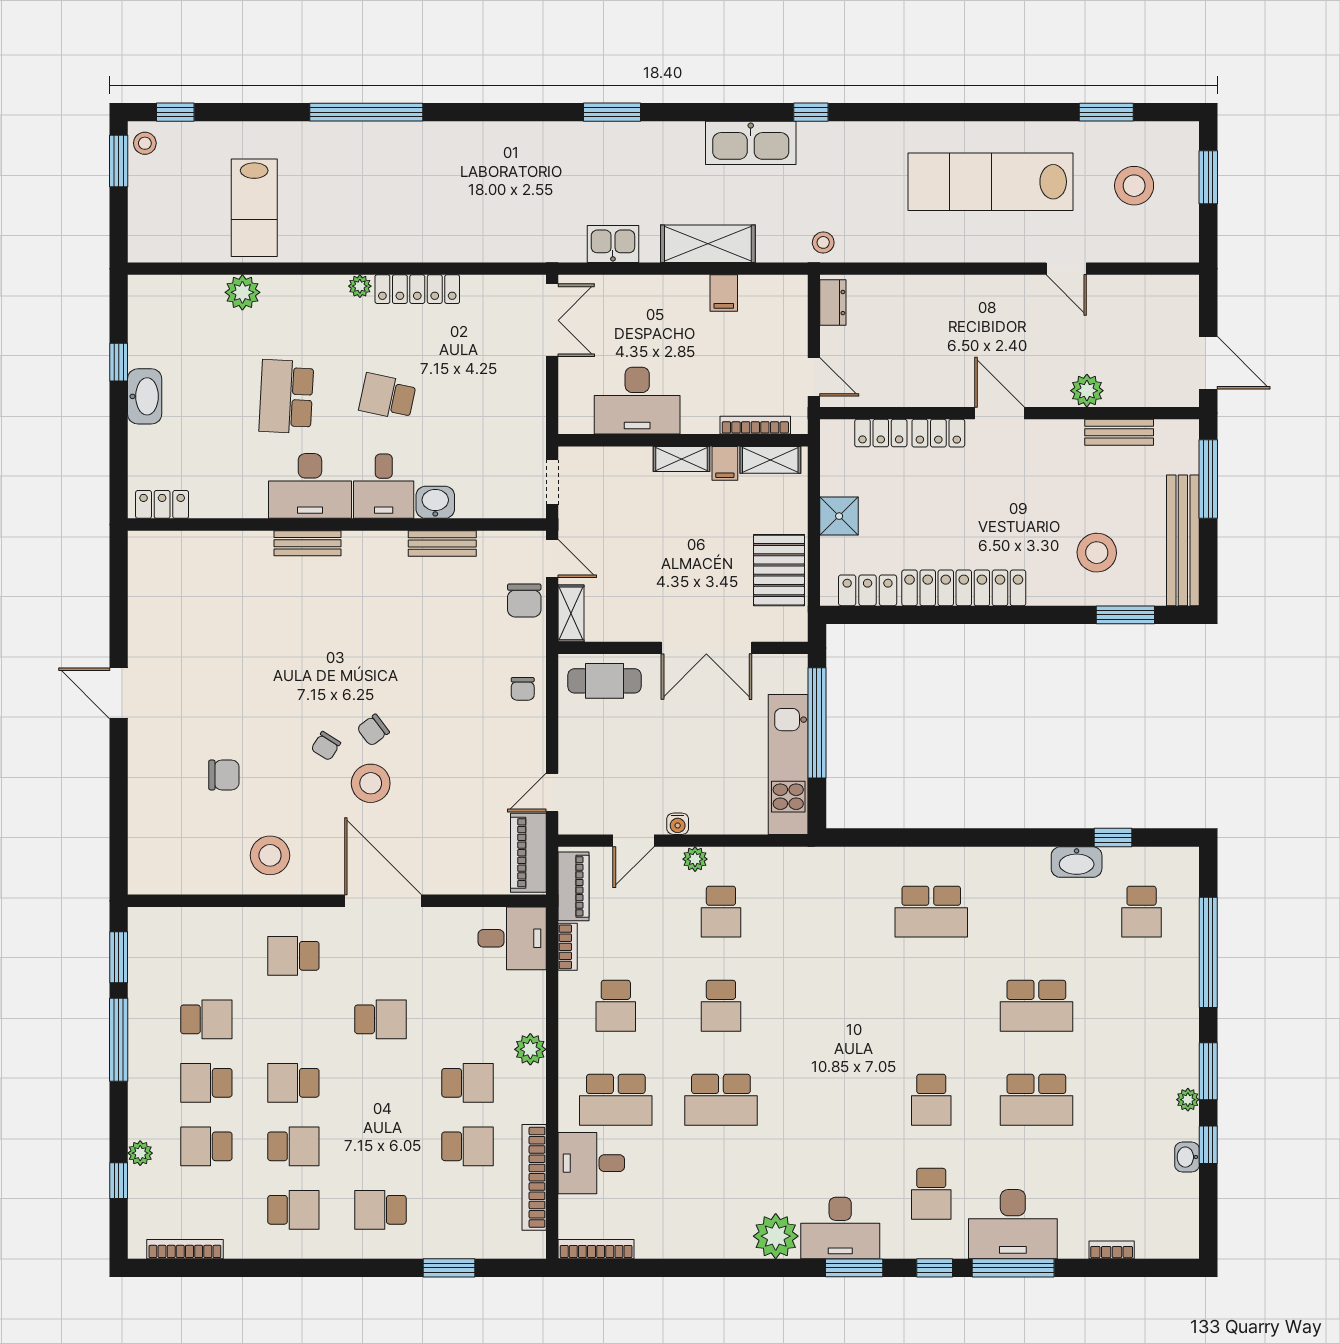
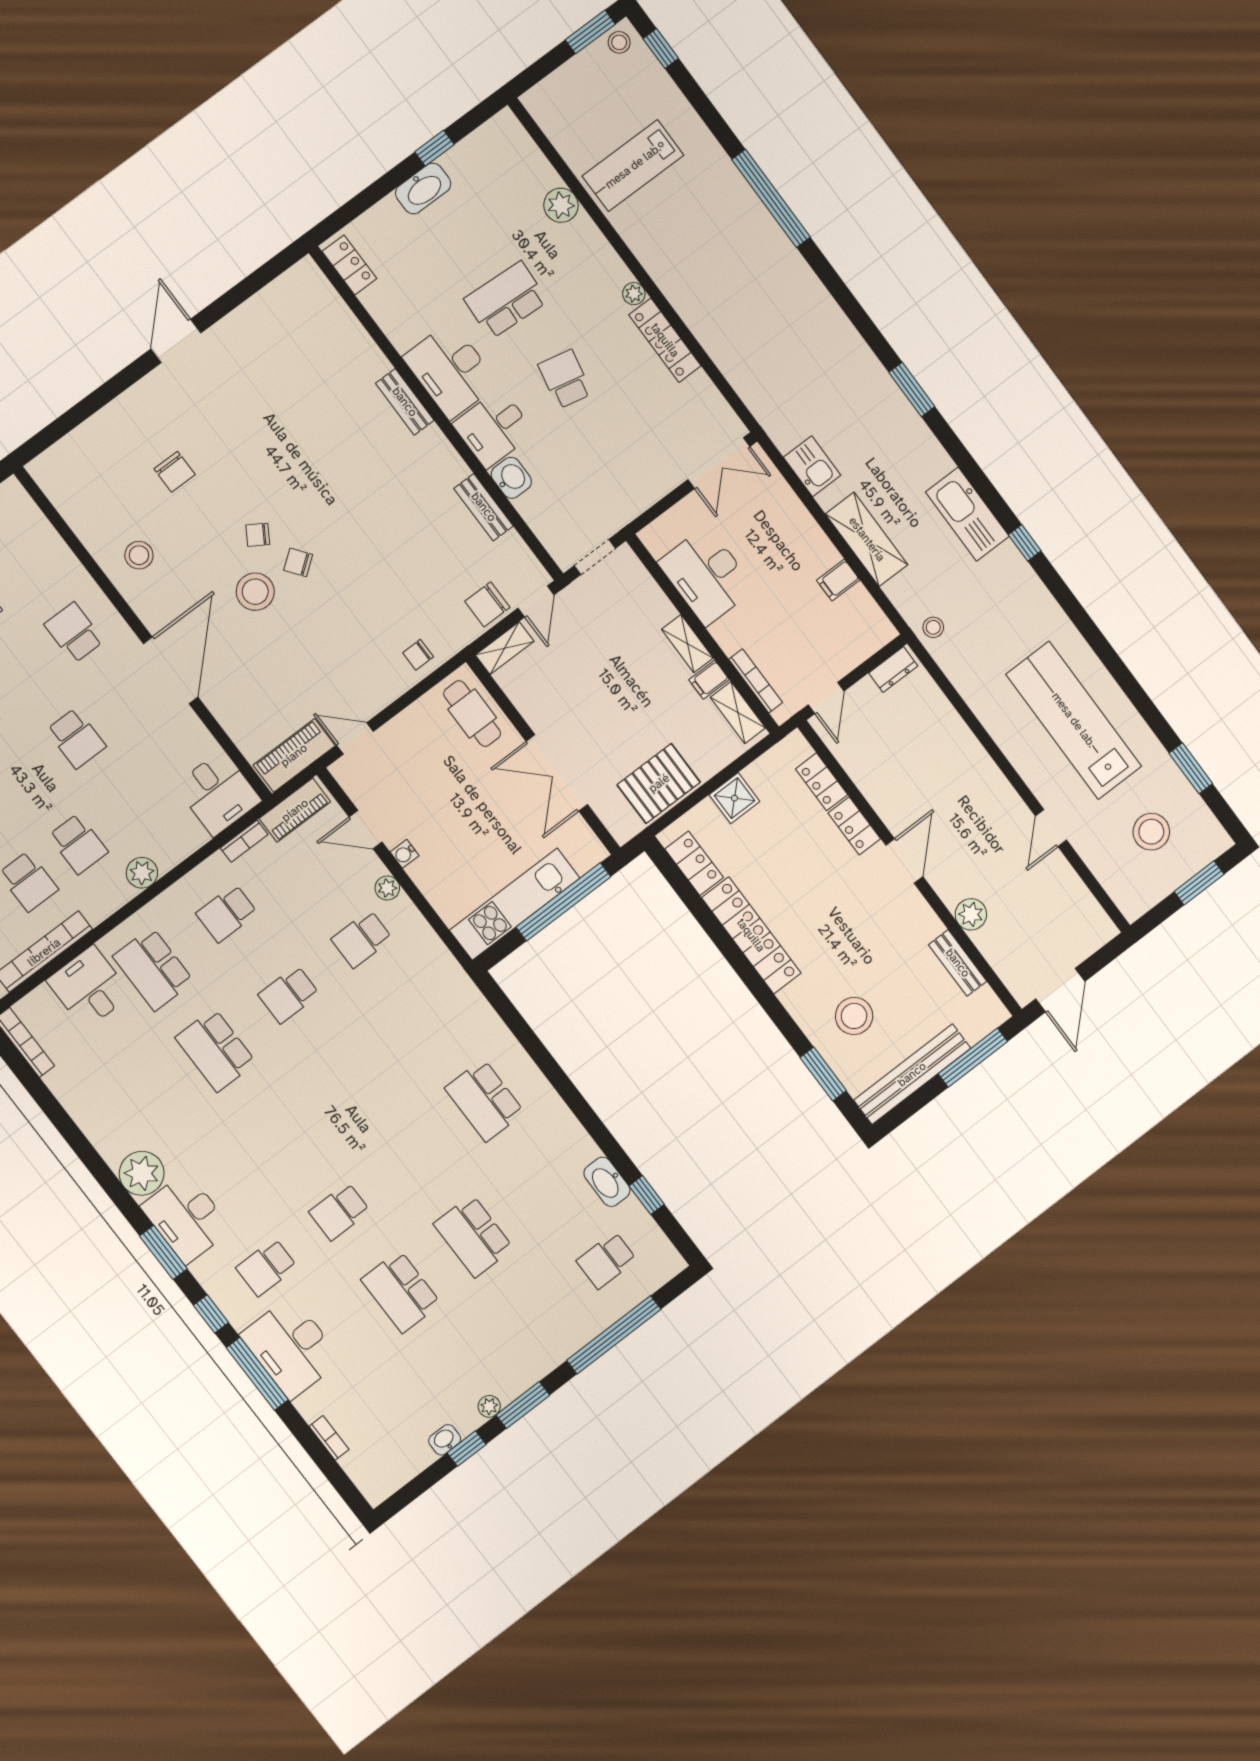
stool: (270, 855) -> (139, 555), width x0.73, depth x0.73

